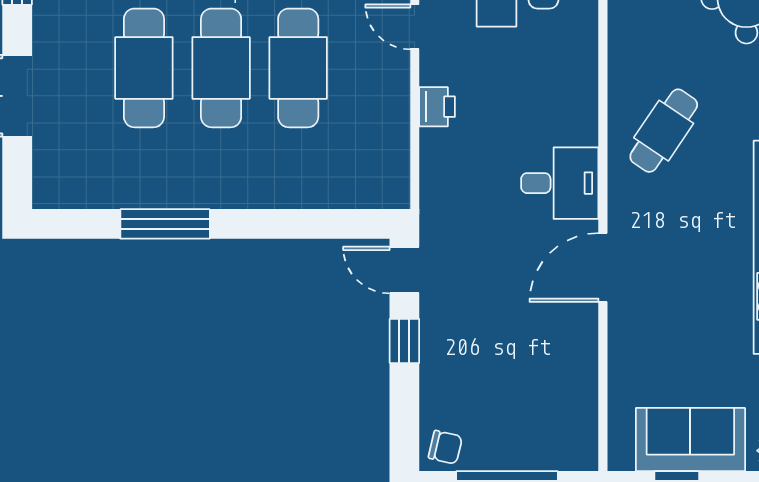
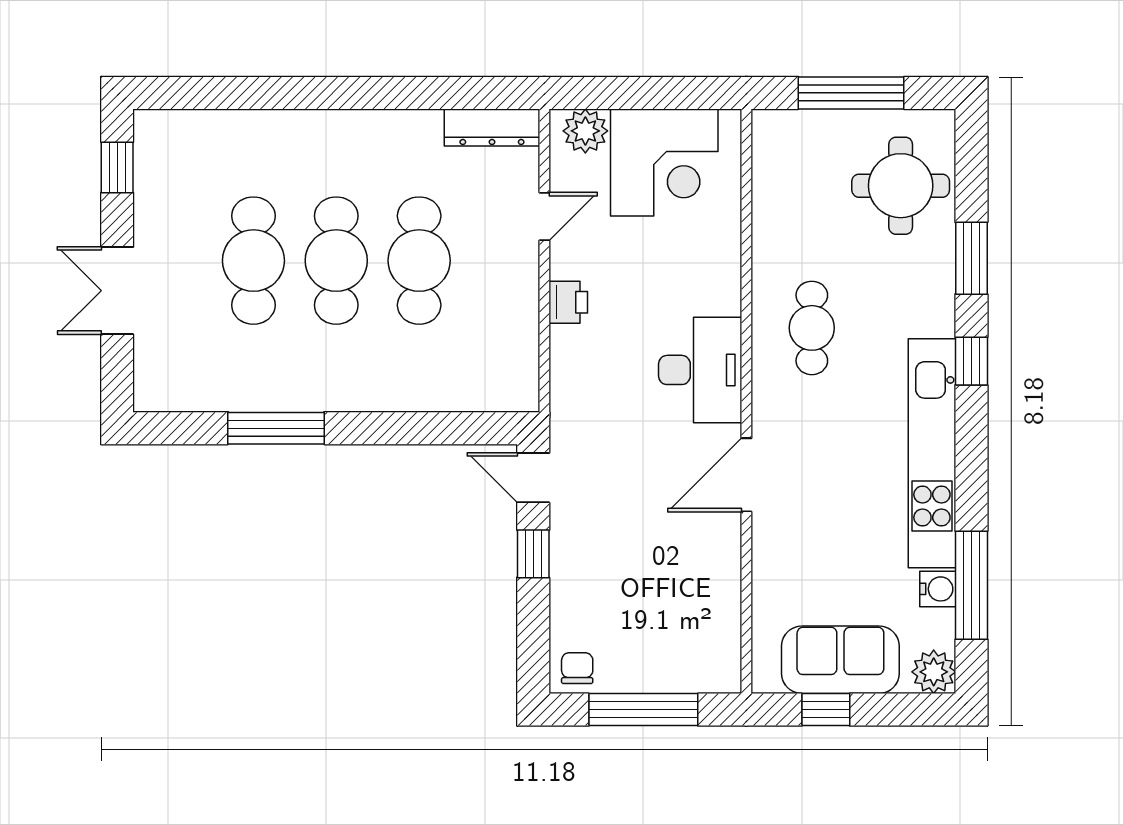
door: (415, 27) -> (544, 216), swing flipped
cafe table: (664, 131) -> (812, 328), turned -34
desk: (560, 183) -> (700, 370), width x1.37
chair: (445, 447) -> (577, 668), turned -103

